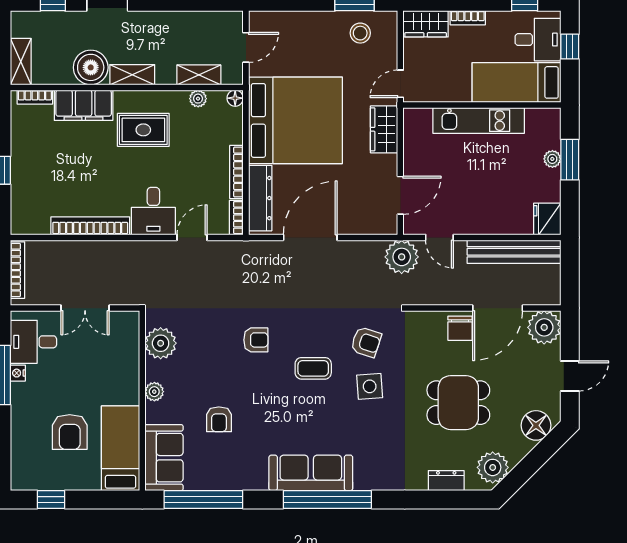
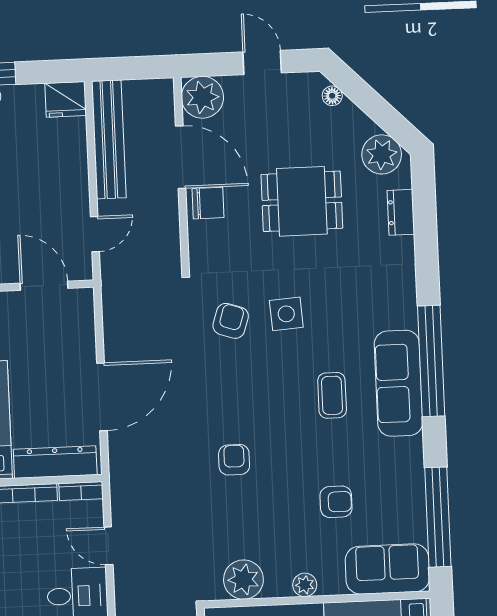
door: (310, 237) -> (102, 397), swing flipped
plant: (402, 257) -> (121, 281), removed
coffee table: (313, 368) -> (332, 395), moved
dining table: (458, 403) -> (302, 201), turned 90
floor lamp: (536, 425) -> (332, 96), width x0.53, depth x0.53

